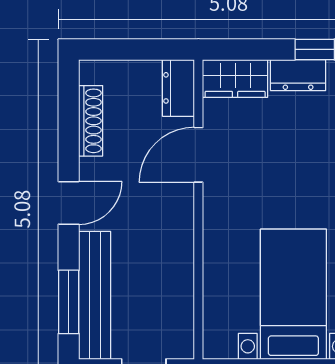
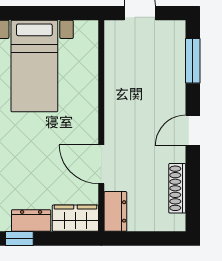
door: (198, 155) -> (101, 164), swing flipped
bench: (95, 295) -> (174, 65), removed

